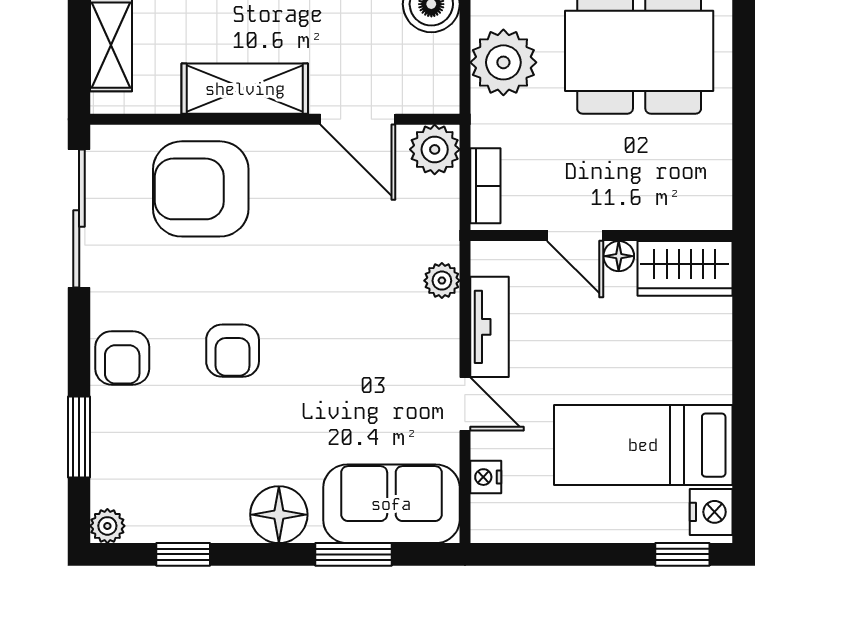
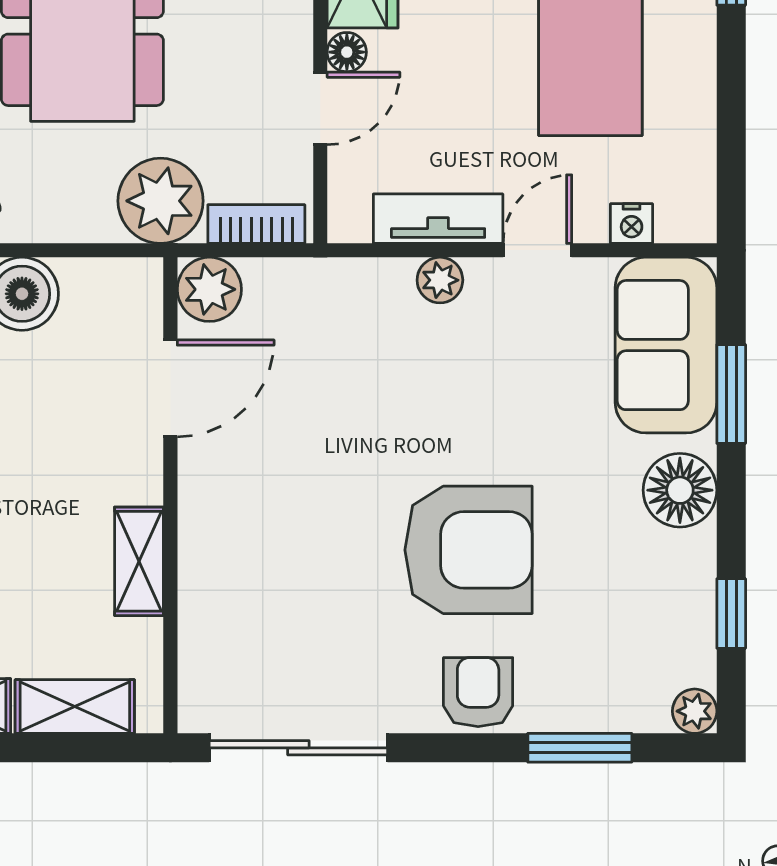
plant: (503, 62) -> (161, 201), moved
shelving: (245, 89) -> (139, 561), width x0.67, depth x0.75
armchair: (201, 189) -> (260, 591), removed
plant: (442, 281) -> (440, 280), moved
armchair: (233, 351) -> (469, 550), width x1.88, depth x1.88
armchair: (122, 358) -> (478, 692), turned -90

